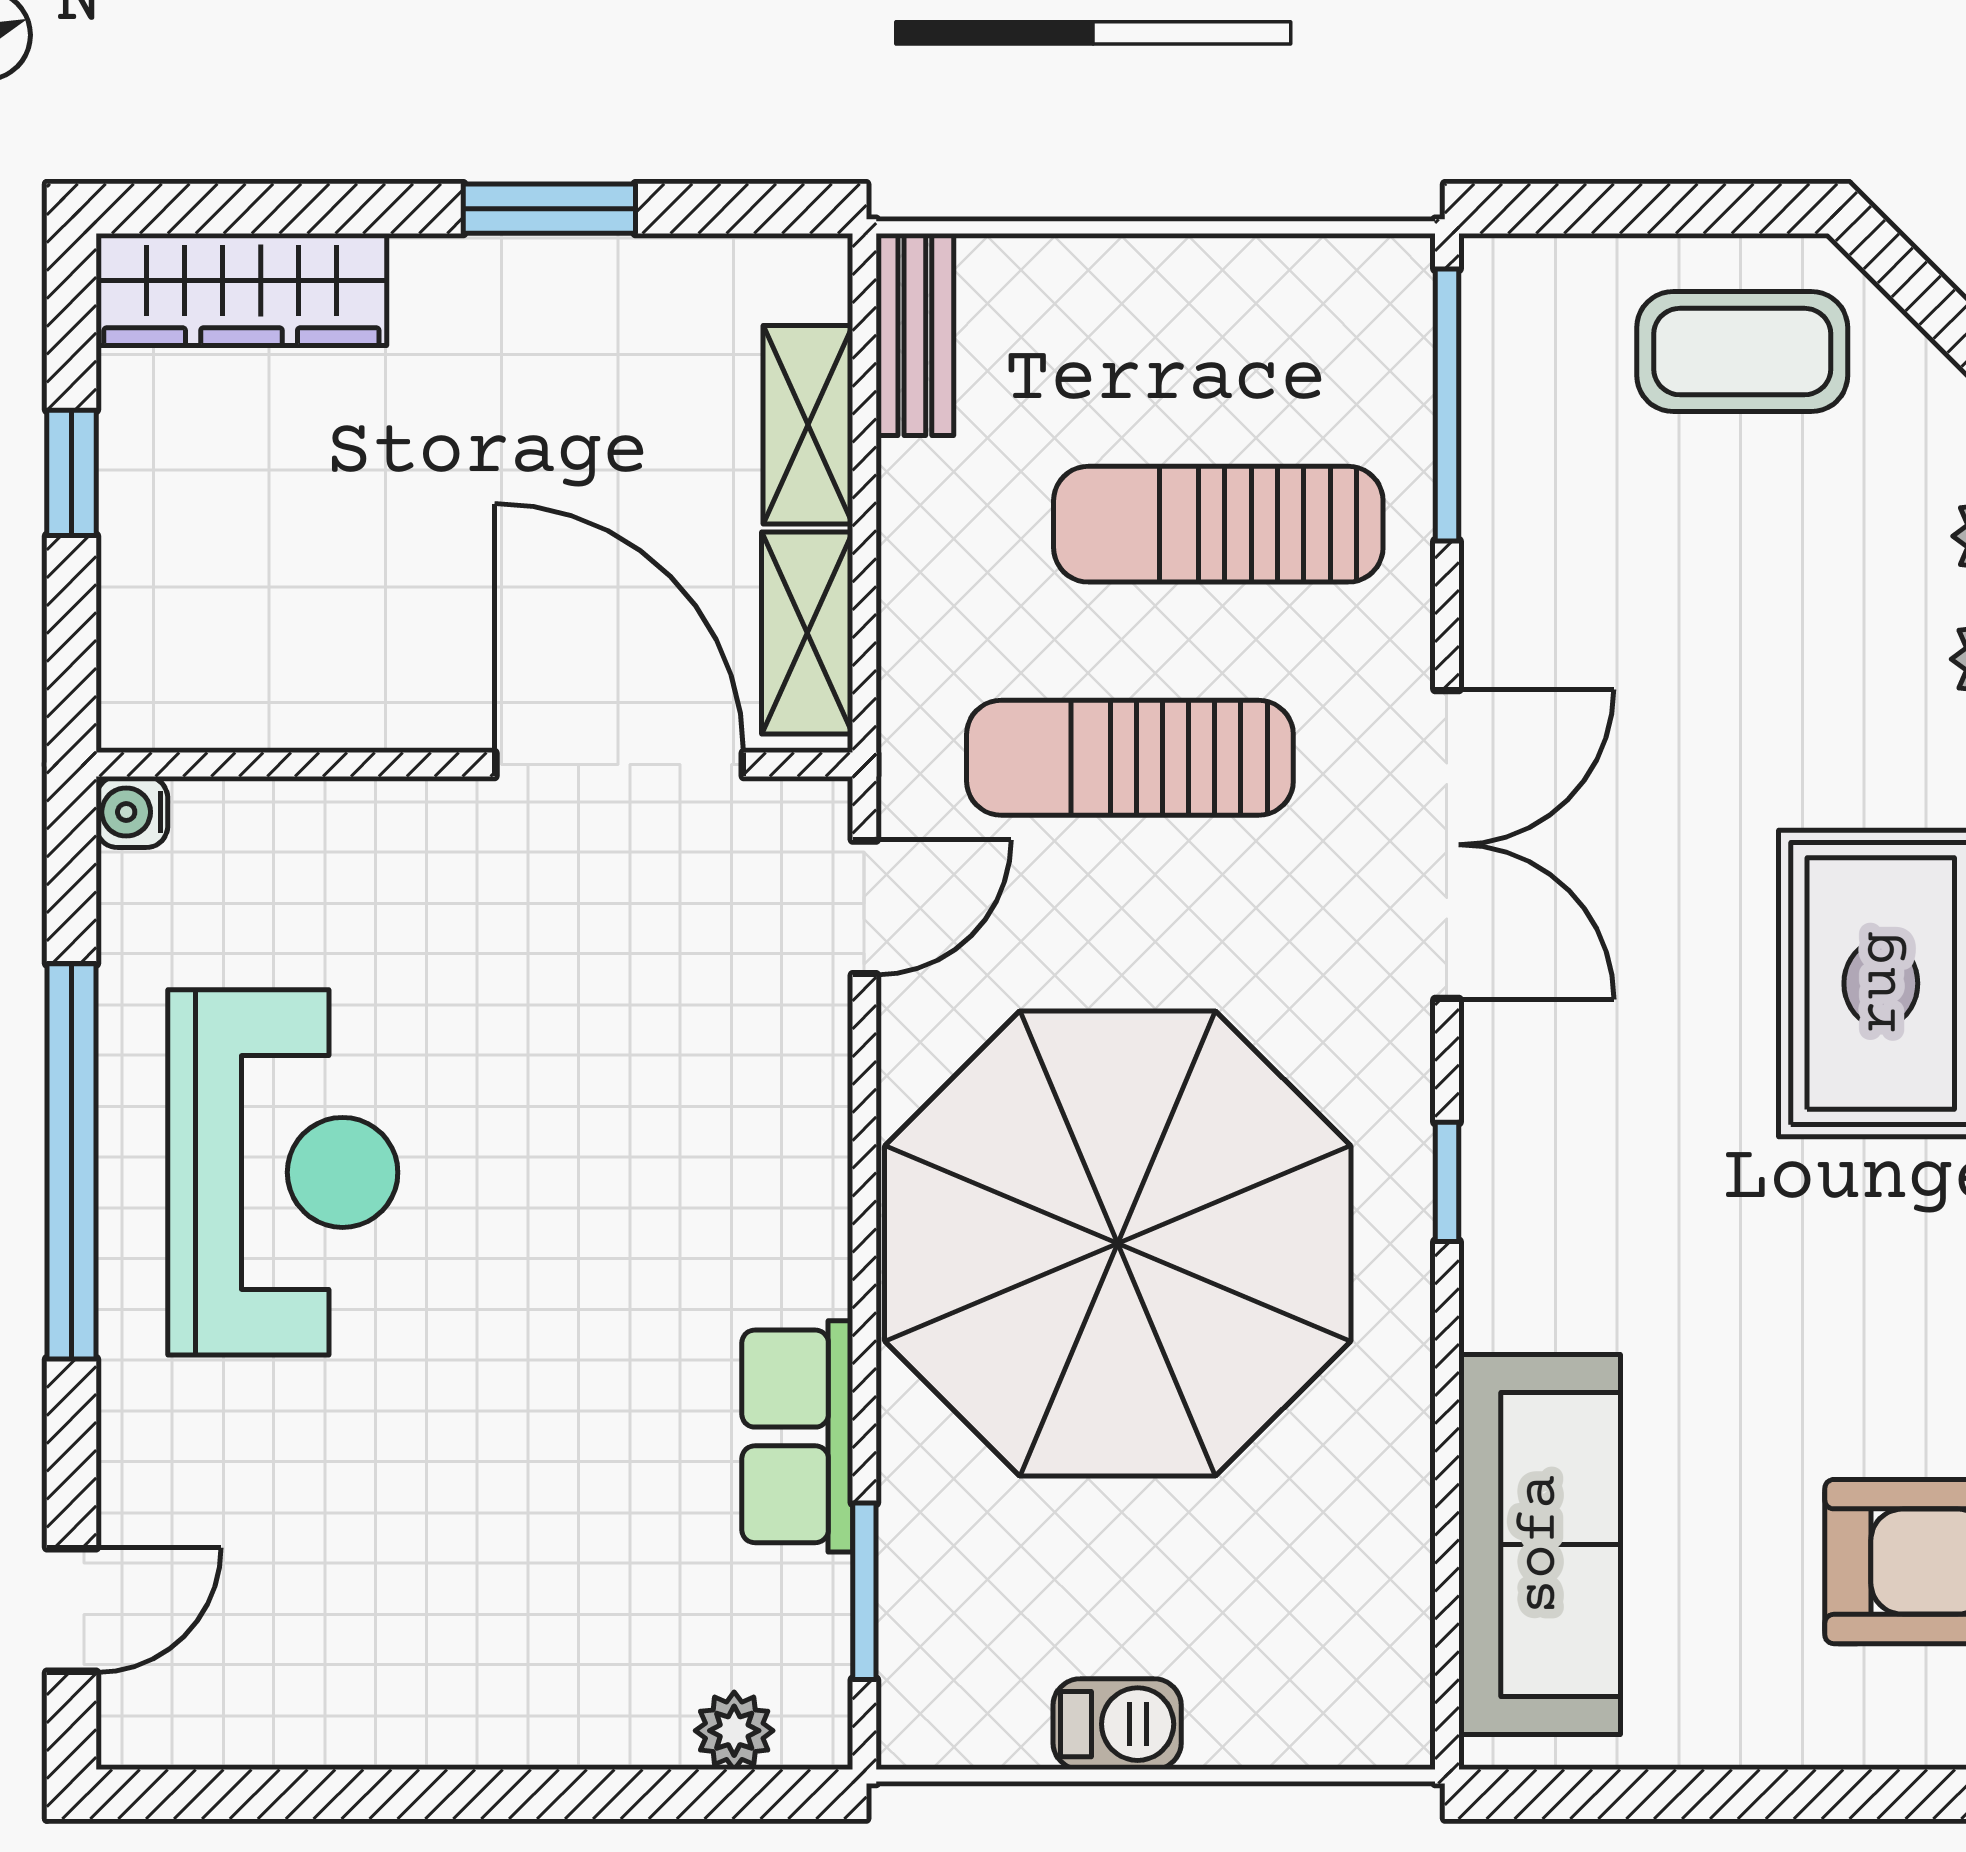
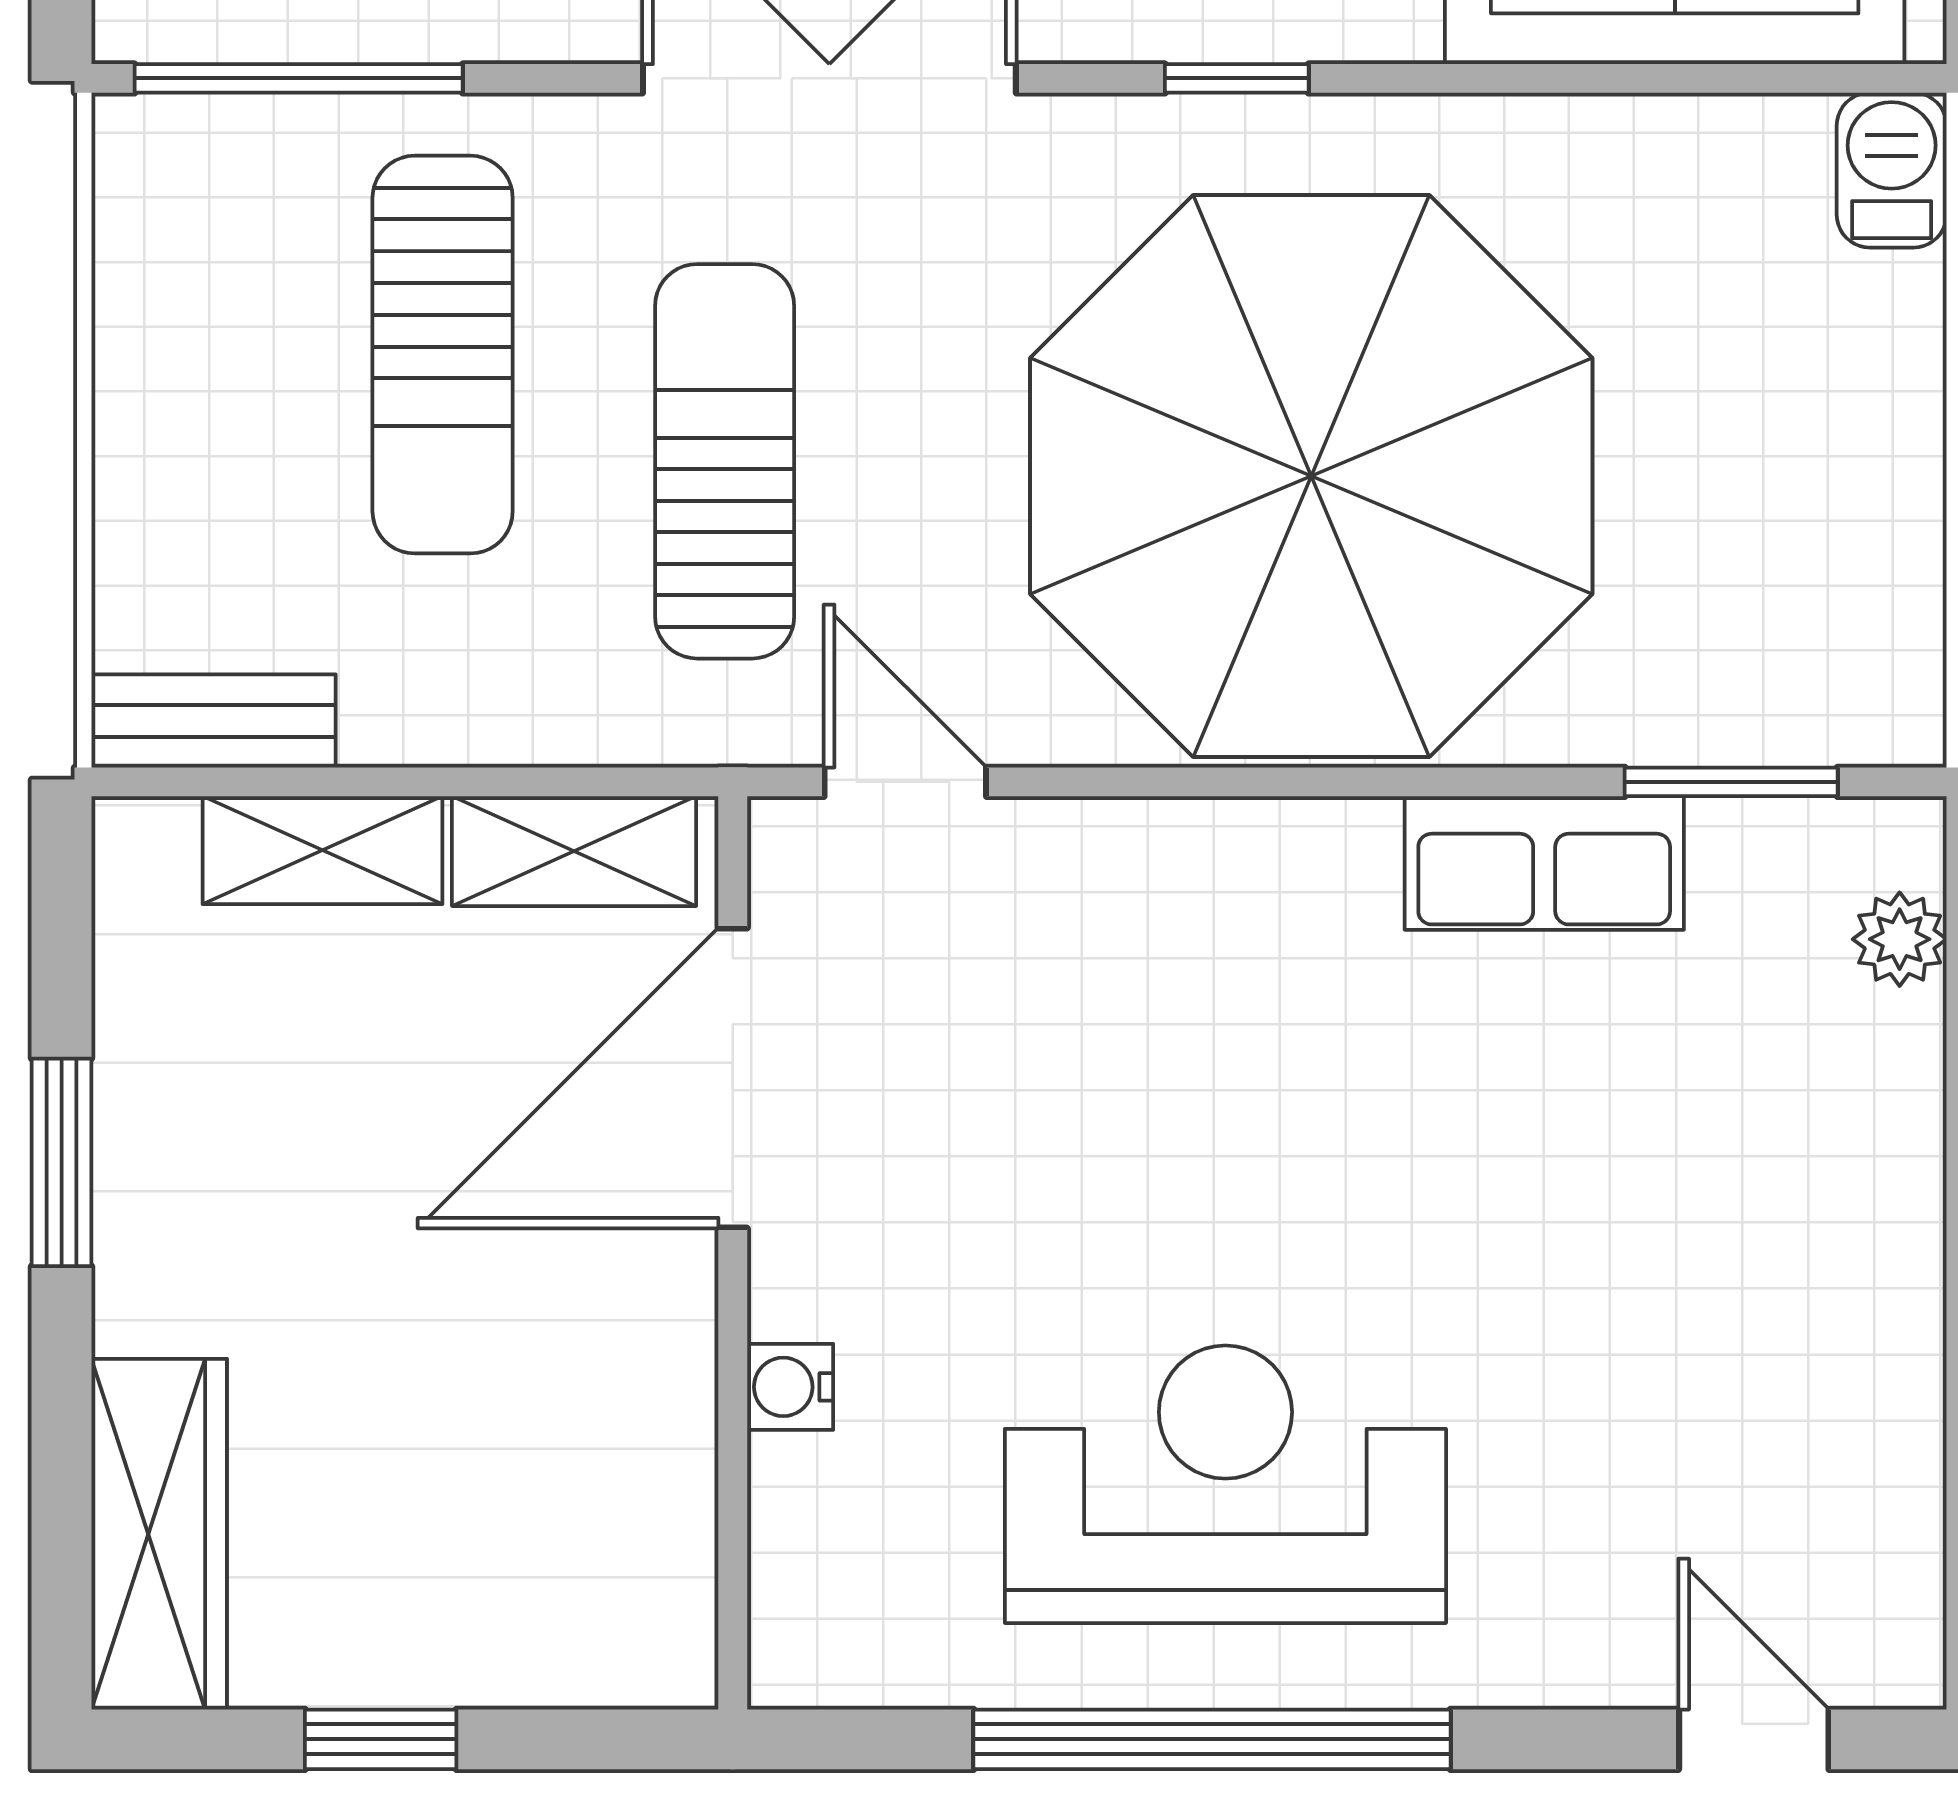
sun lounger: (1130, 758) -> (725, 461), turned 180
water cooler: (132, 812) -> (790, 1387), moved, turned 90
barbecue: (1117, 1724) -> (1892, 170), moved

